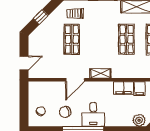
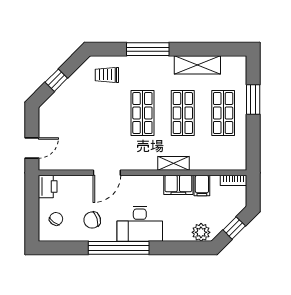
shop shelf: (72, 39) -> (142, 113), moved
shelving: (100, 73) -> (173, 163), moved
printer: (35, 89) -> (48, 187), added
desk: (93, 114) -> (140, 224), width x1.37

